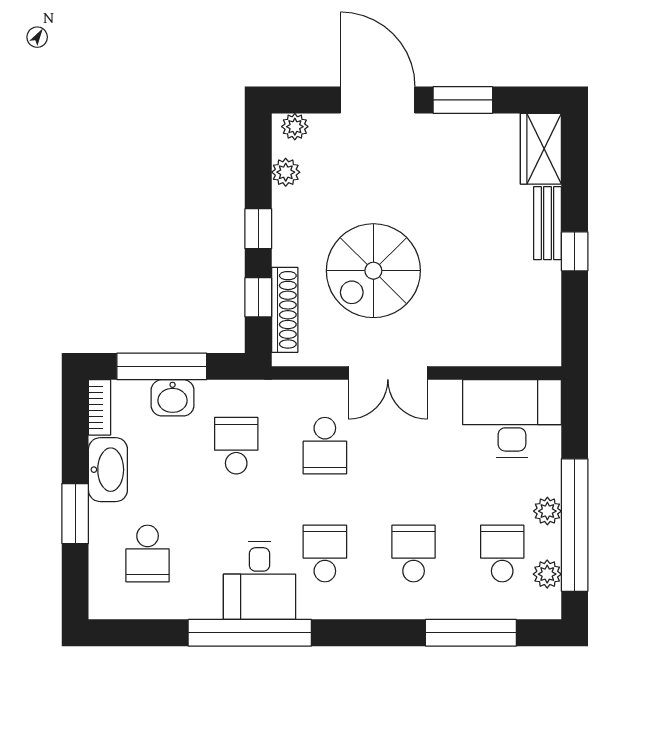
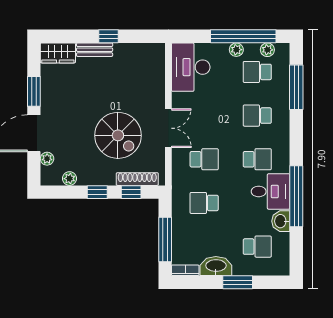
plant: (295, 127) -> (47, 159), moved
washbasin: (173, 398) -> (281, 221), moved, turned 180
school desk: (325, 553) -> (257, 159), turned 180

